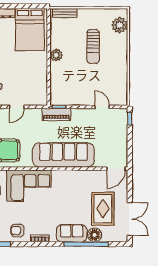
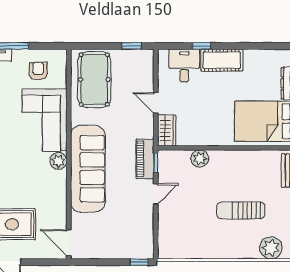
plant: (56, 55) -> (200, 158), moved
wardrobe: (36, 99) -> (167, 130), added
door: (102, 107) -> (156, 194), moved
plant: (58, 176) -> (58, 161), added

